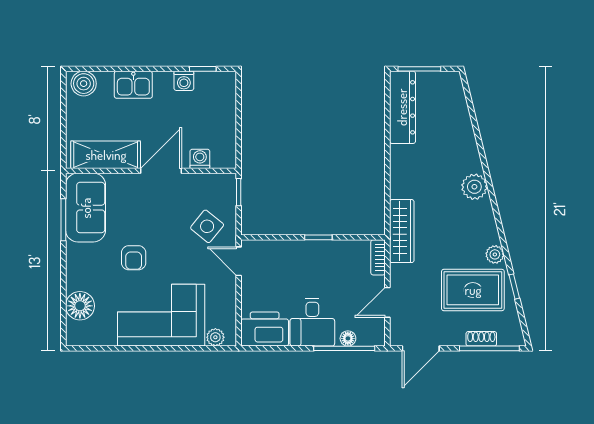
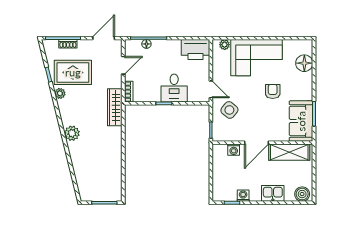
dresser: (402, 107) -> (114, 180), removed
desk: (312, 322) -> (174, 88), moved, turned 180

